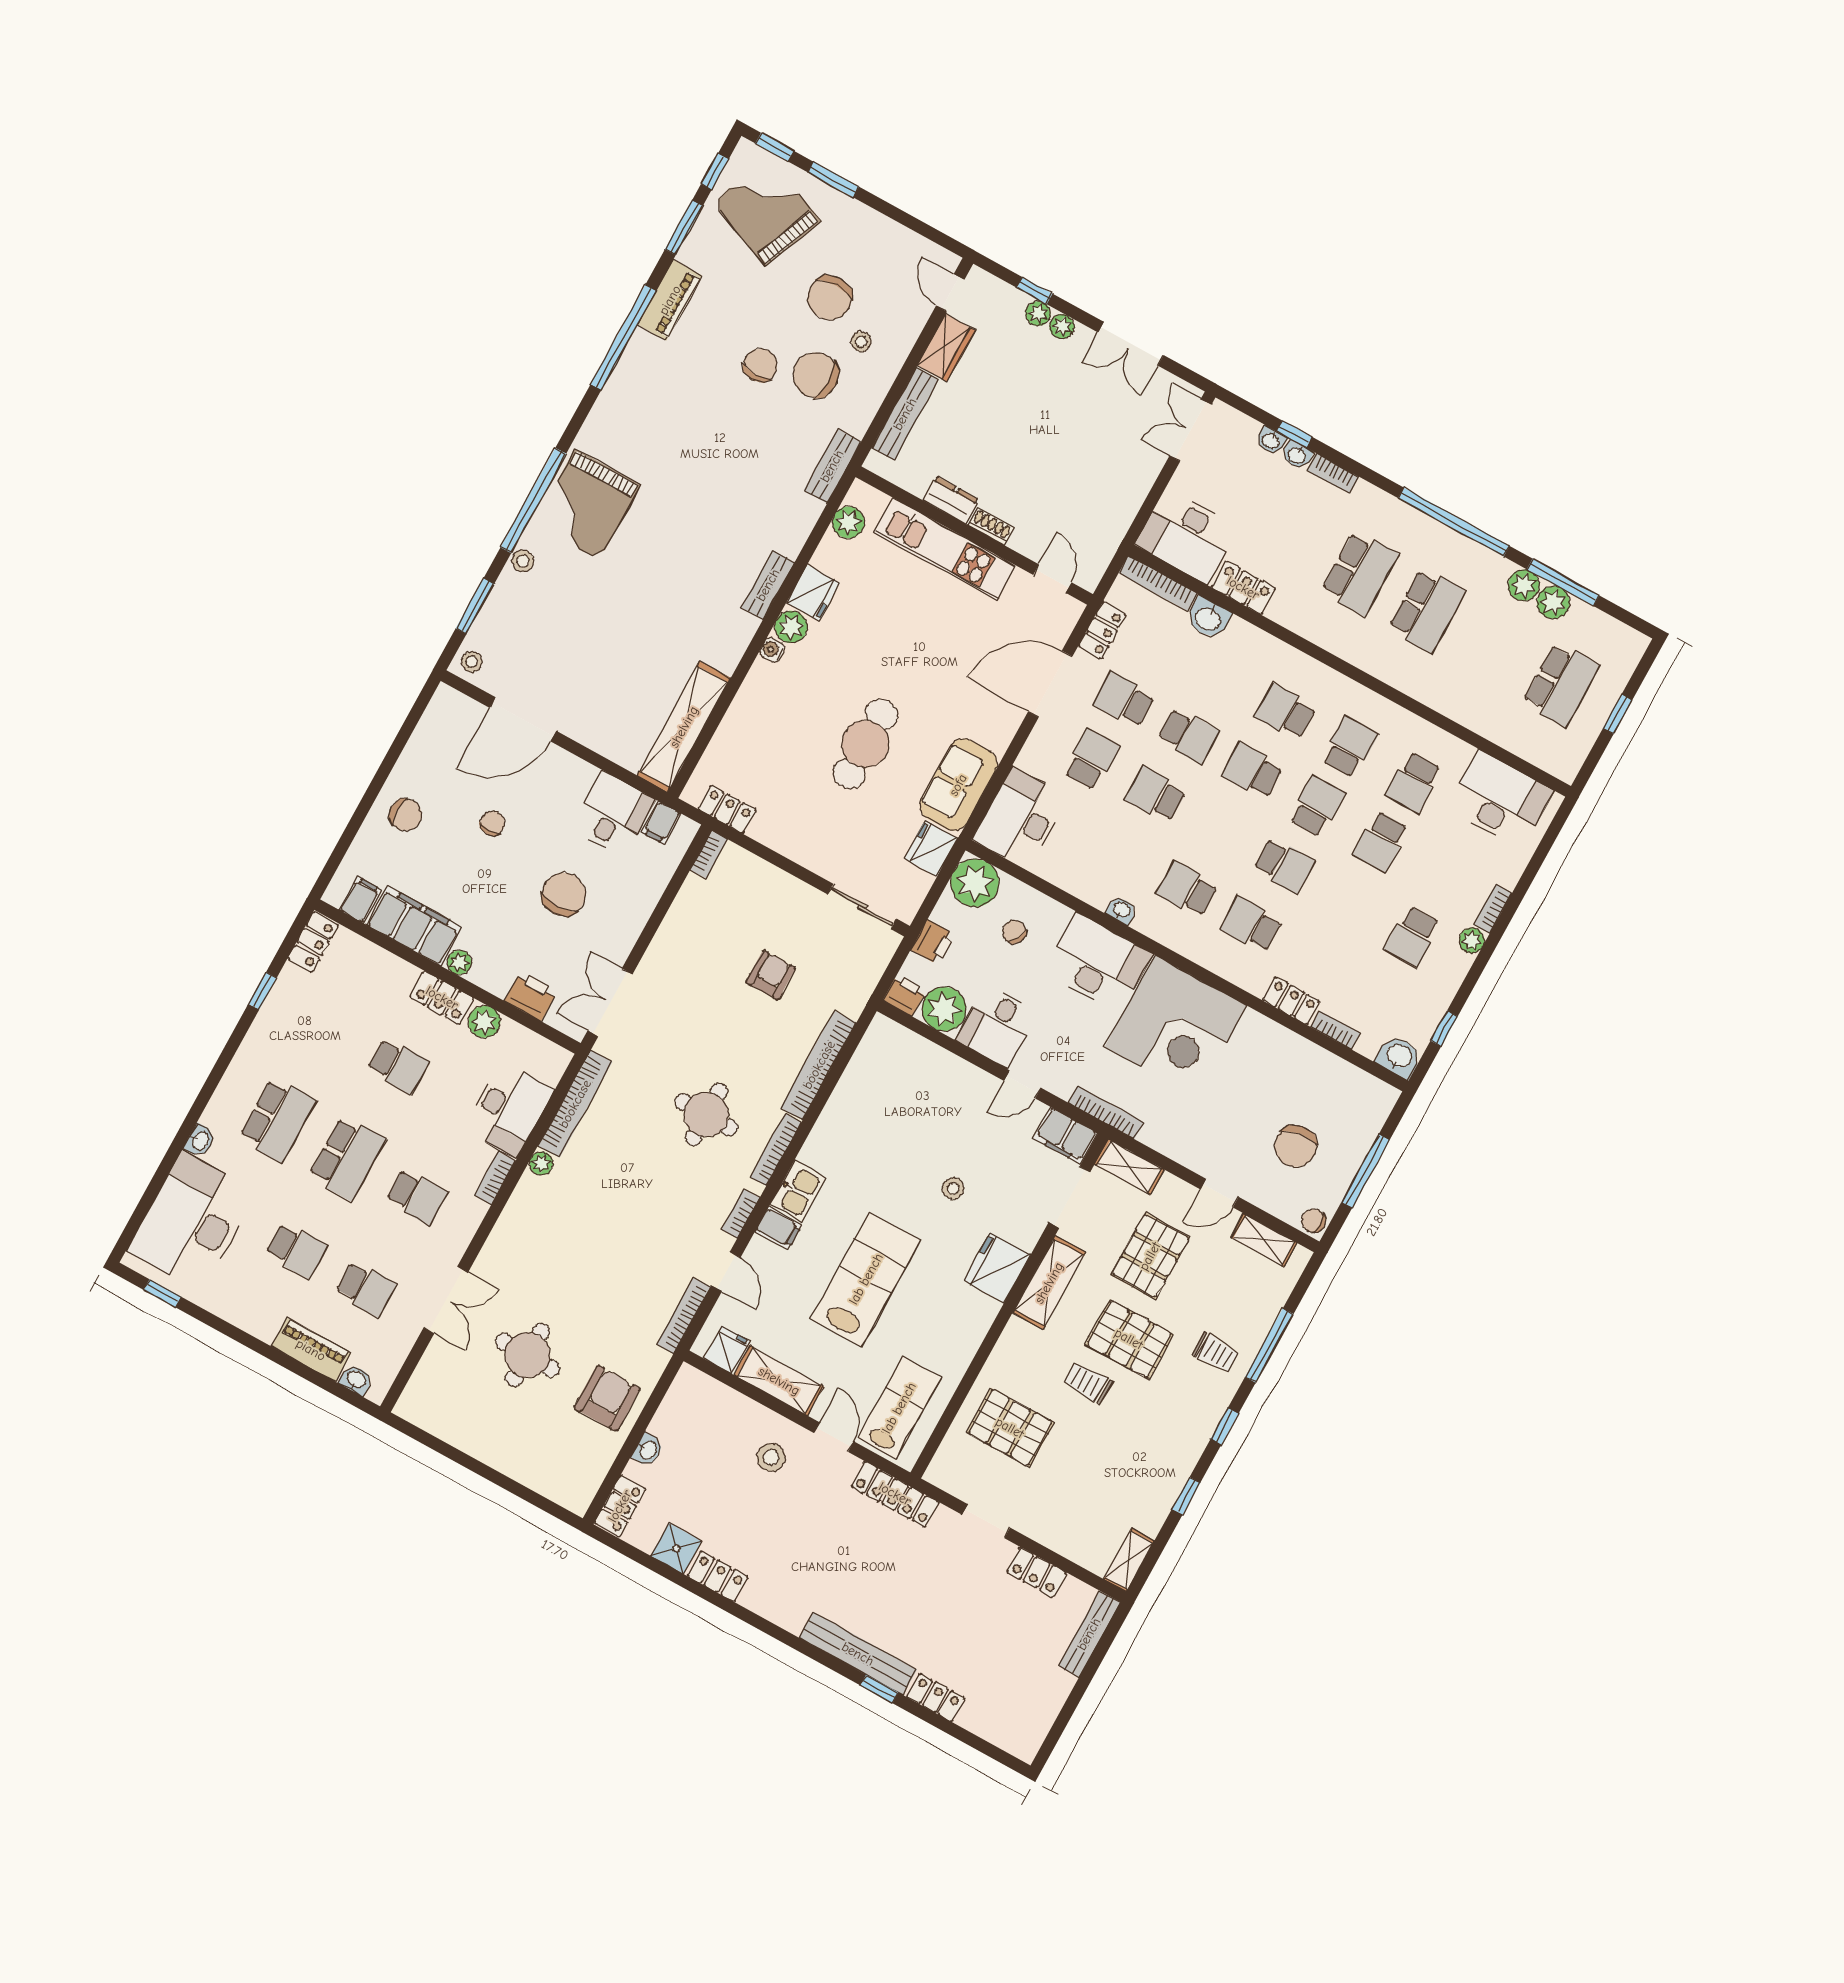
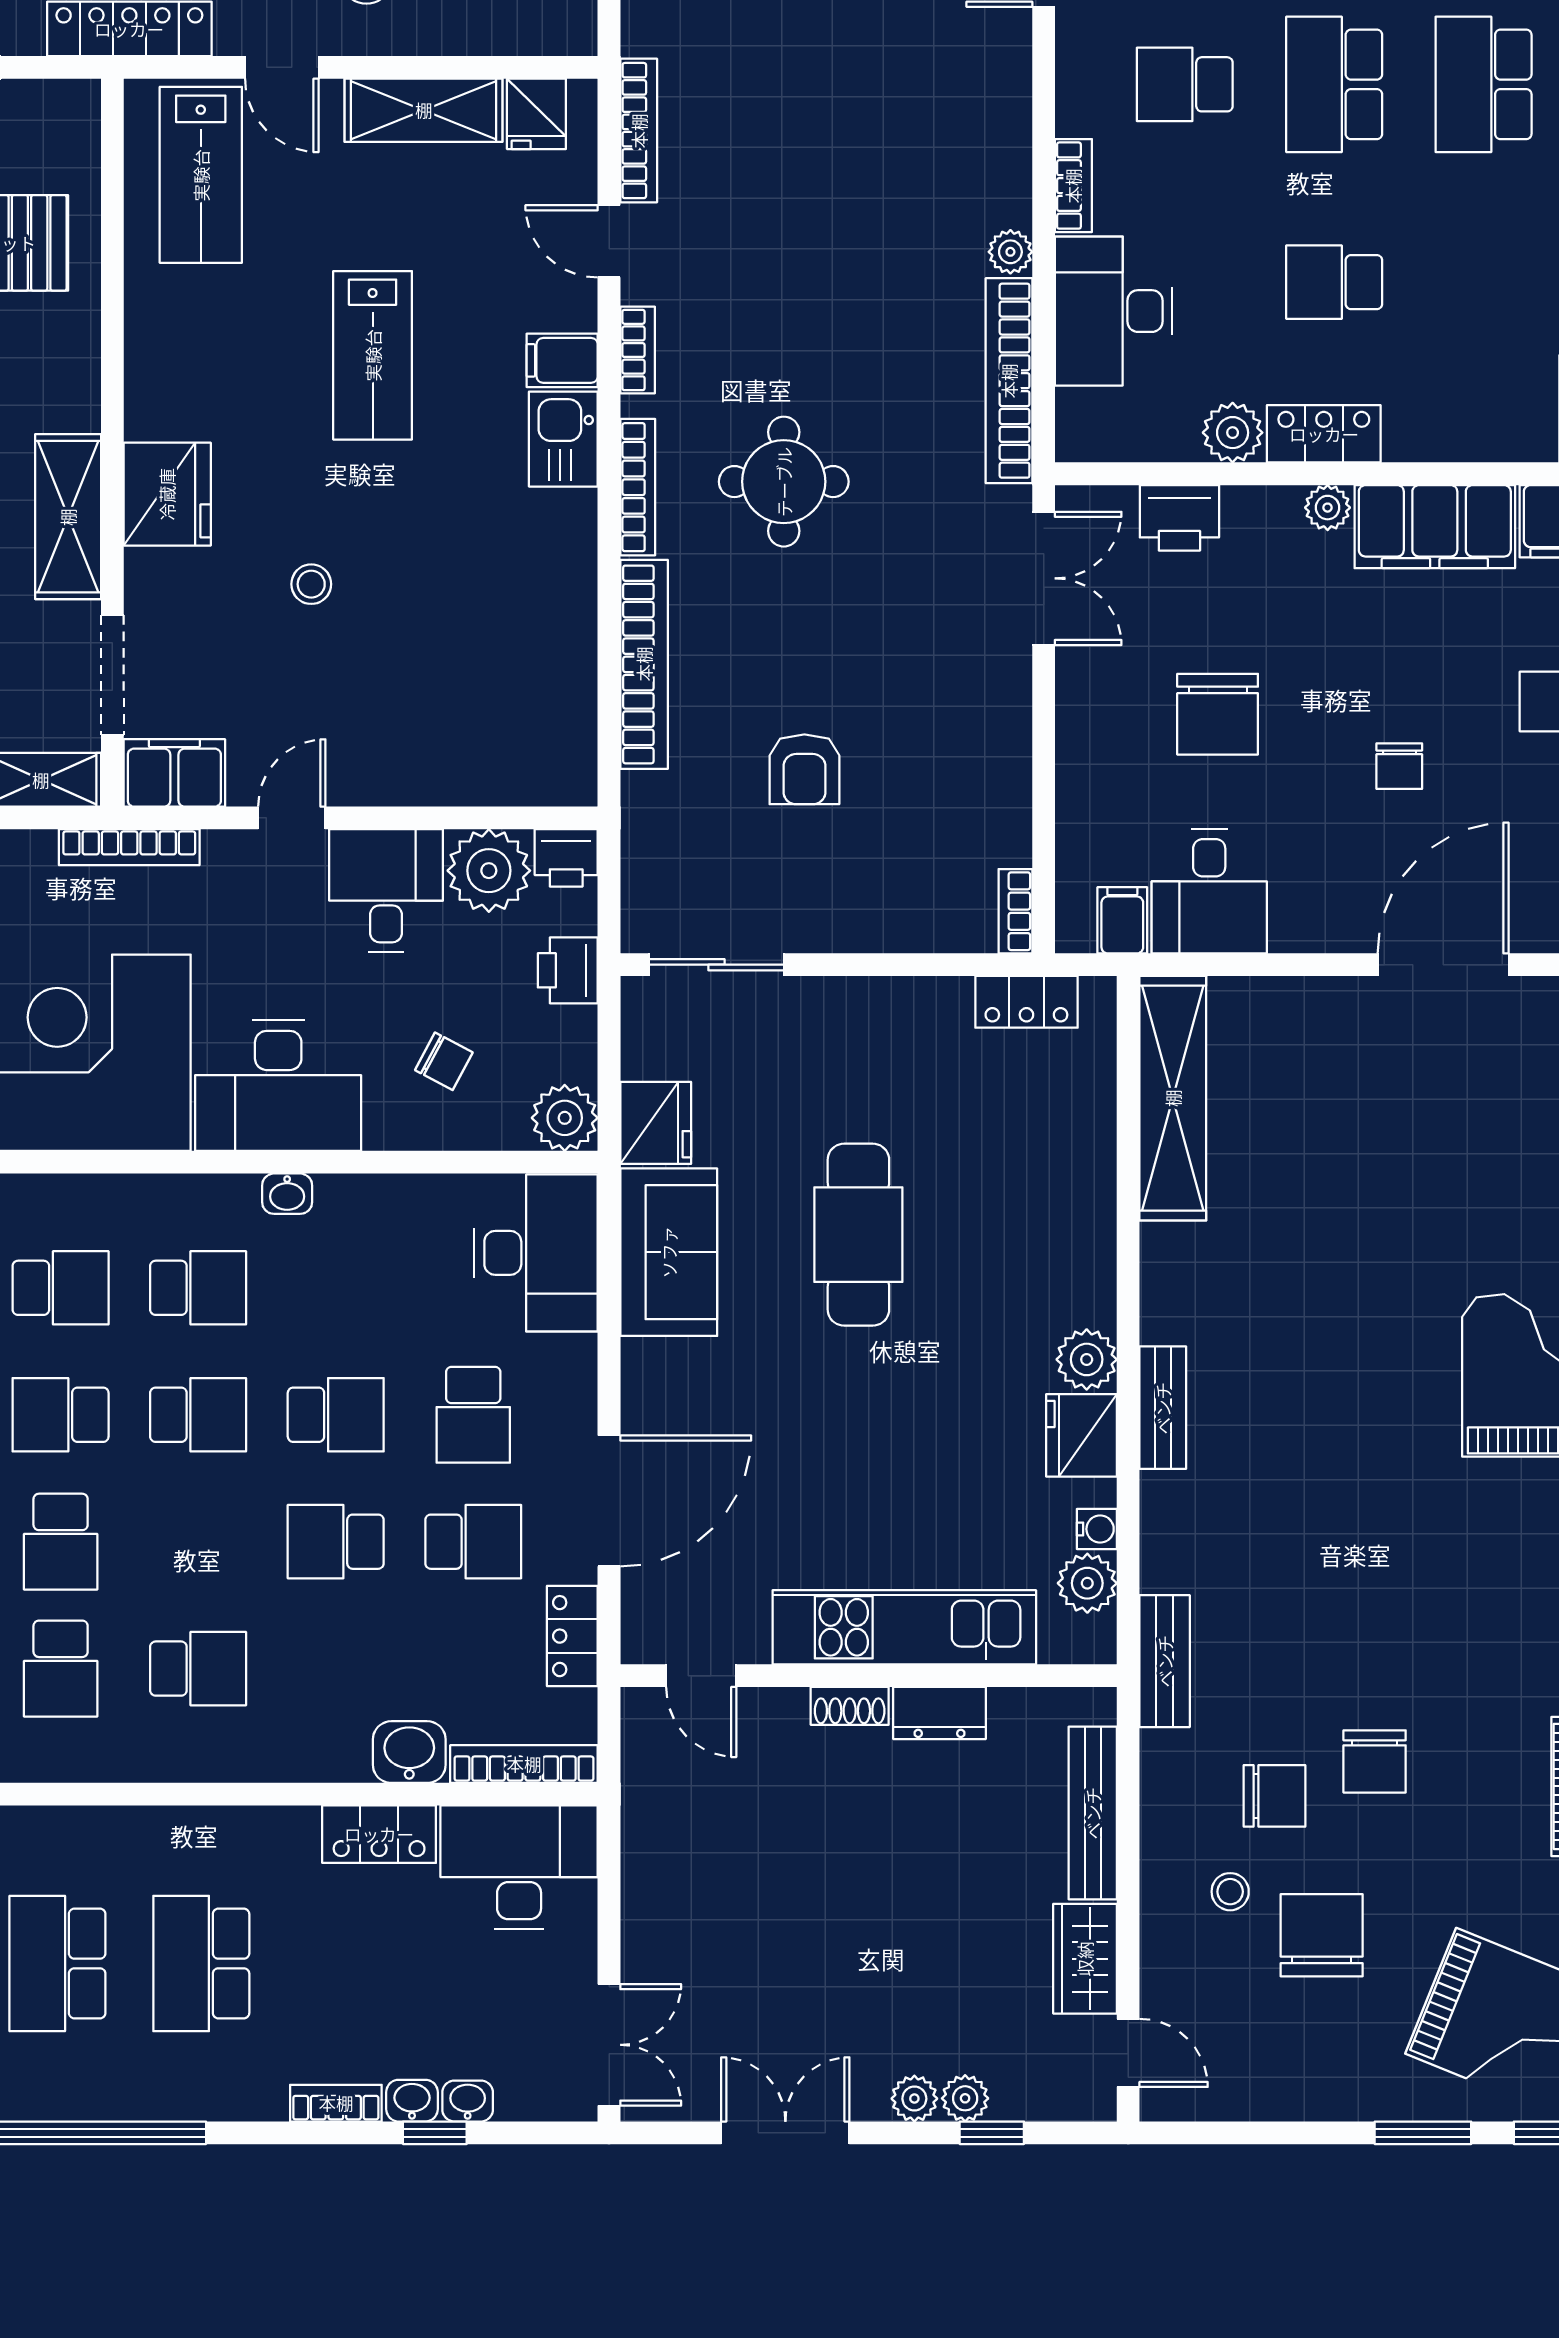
chair: (816, 375) -> (1274, 1796), width x0.73, depth x0.73
water cooler: (772, 650) -> (1097, 1529), moved
school desk: (1253, 771) -> (198, 1415), moved
plant: (975, 883) -> (565, 1118), width x0.73, depth x0.73
lab bench: (866, 1279) -> (373, 355), width x0.73, depth x0.72

